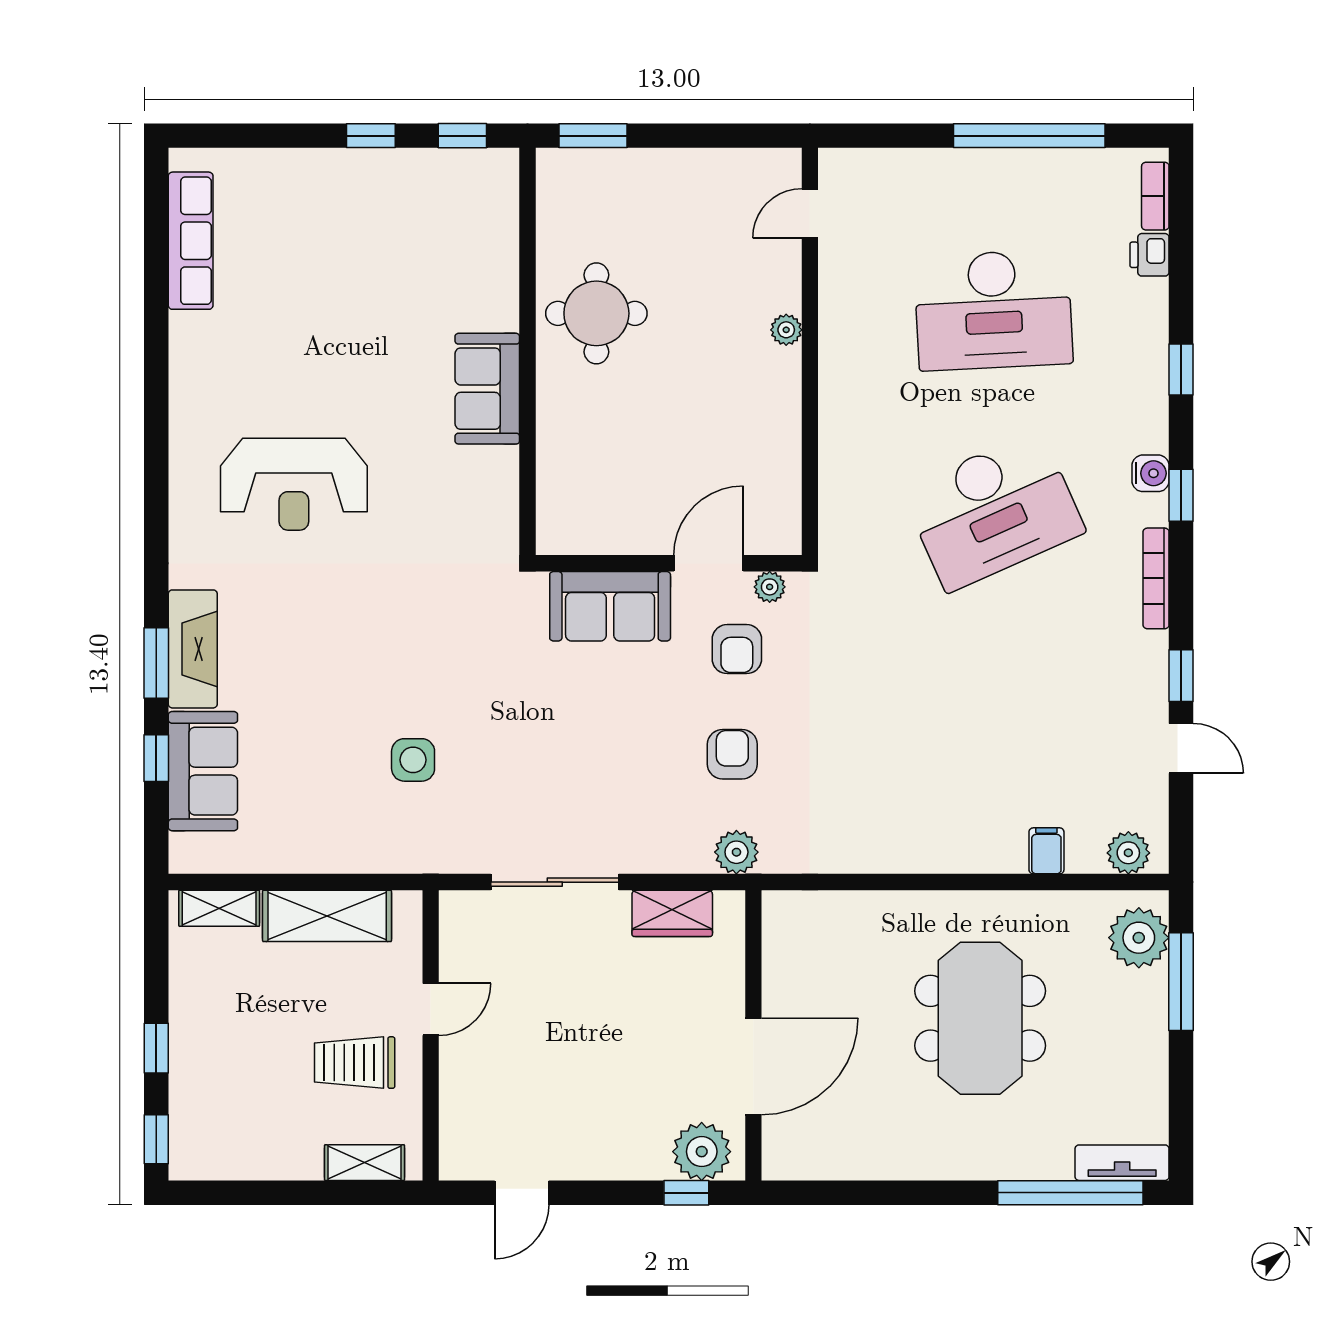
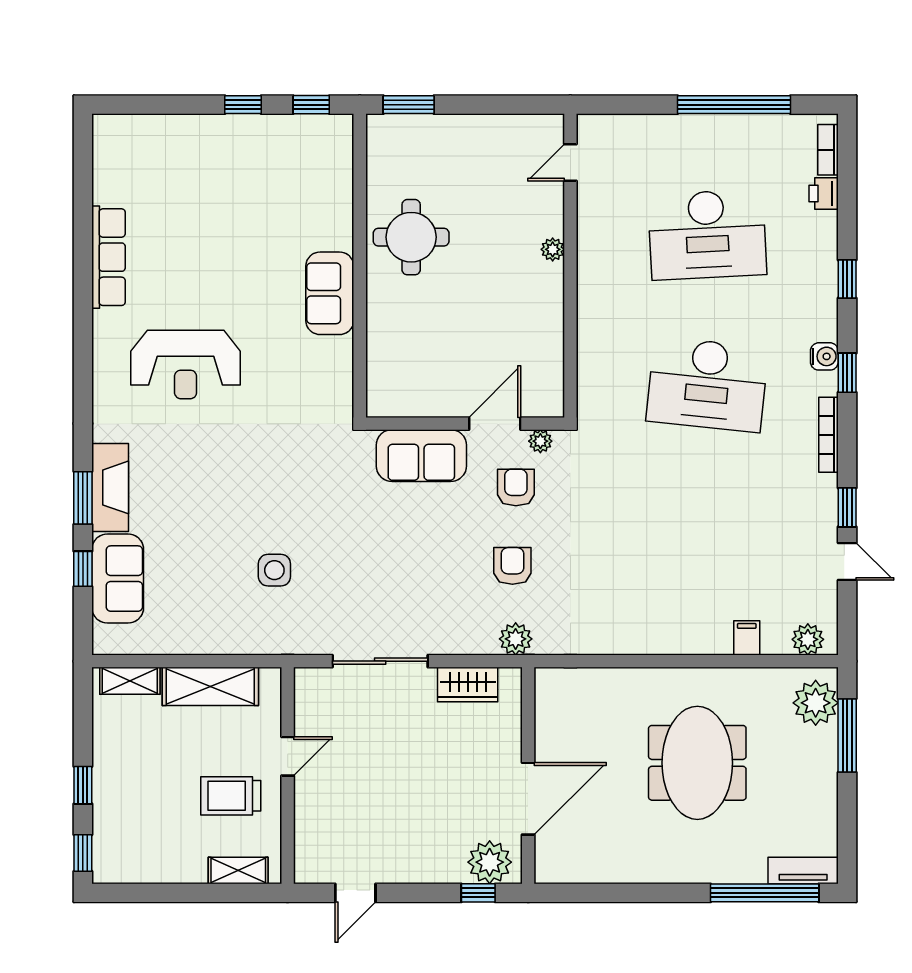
row of seats: (191, 241) -> (109, 257), moved
desk: (993, 511) -> (707, 384), turned 30
armchair: (737, 649) -> (516, 487), turned 180

